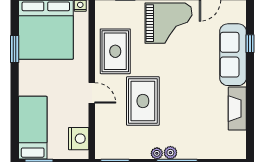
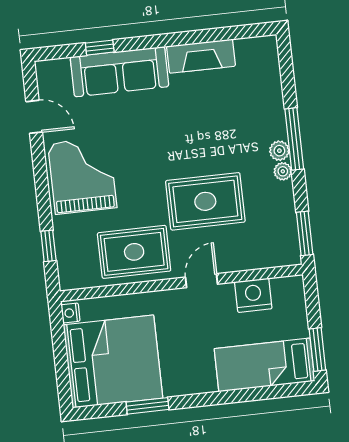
nightstand: (79, 139) -> (253, 295), moved

